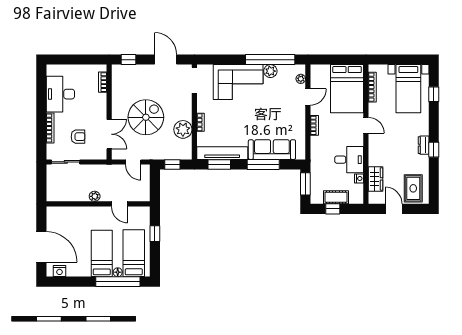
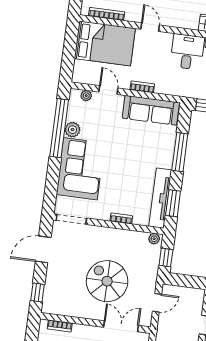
door: (366, 125) -> (150, 27), hinge flipped
plant: (183, 129) -> (154, 239), moved, width x0.53, depth x0.53
sofa: (272, 150) -> (151, 110), moved, turned -90

